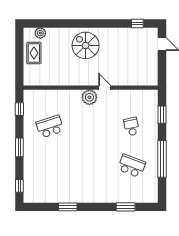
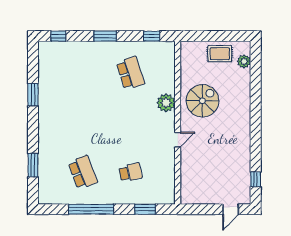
spiral stairs: (86, 45) -> (202, 101), moved
plant: (89, 97) -> (166, 103), moved
school desk: (132, 166) -> (83, 172), turned -42

